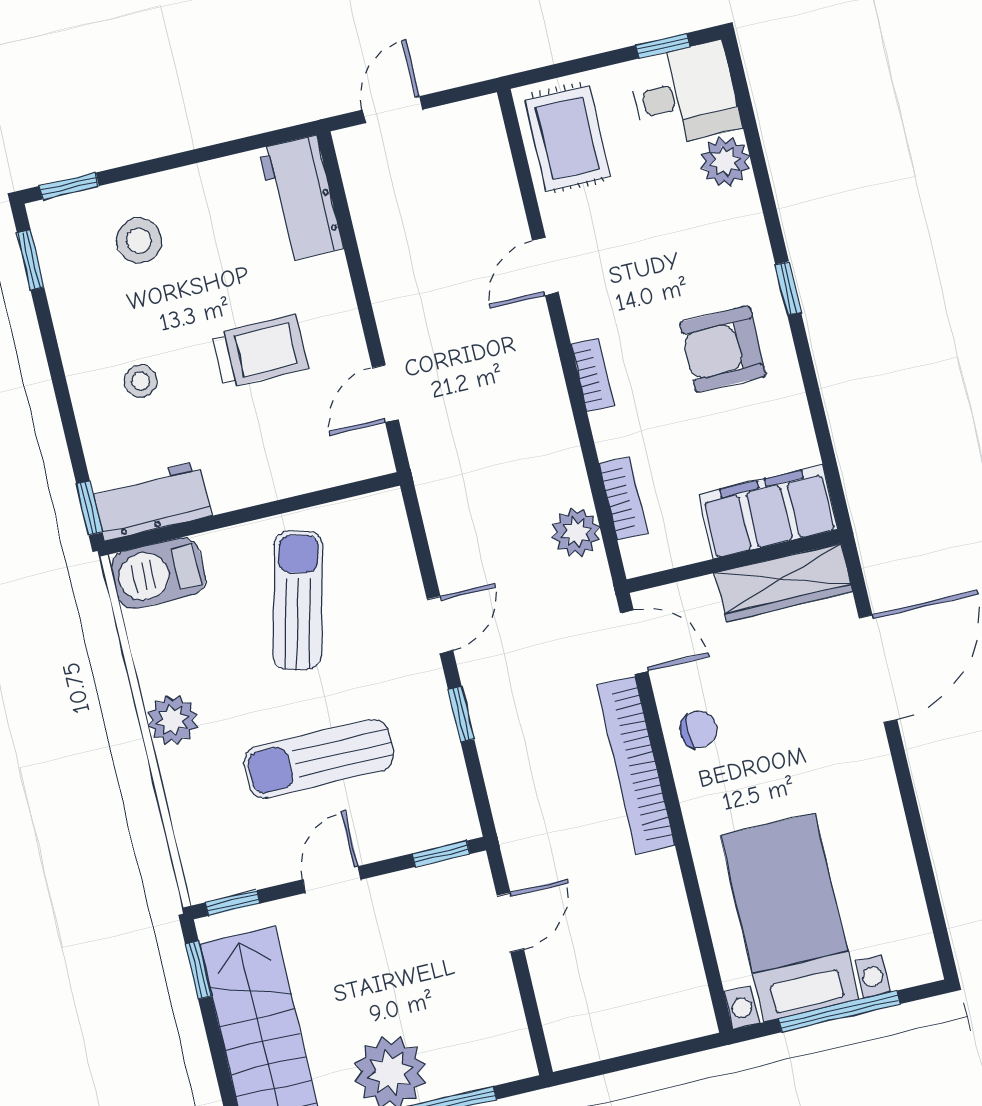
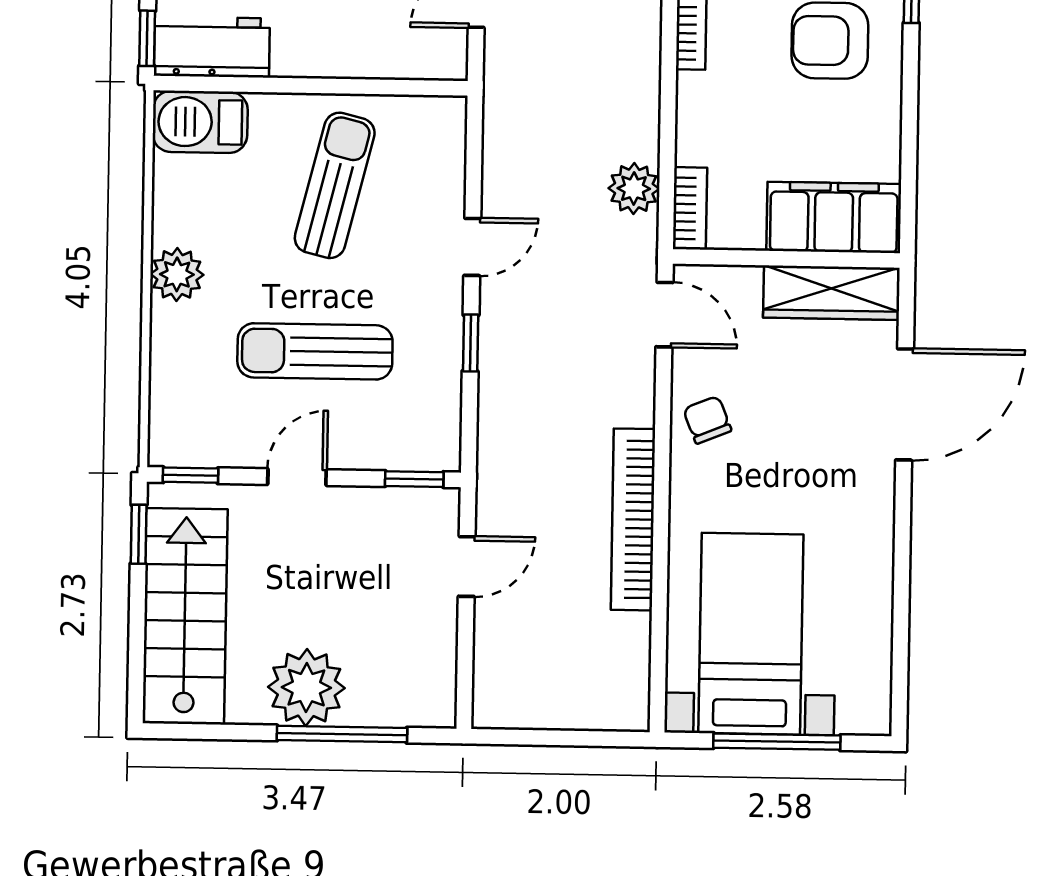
bookcase: (623, 498) -> (690, 208), moved
chair: (699, 730) -> (707, 420), turned -112
bookcase: (636, 765) -> (633, 519), moved

